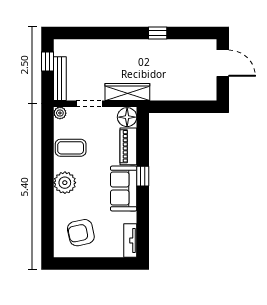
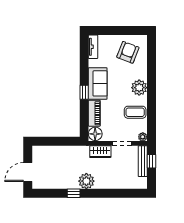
plant: (140, 50) -> (86, 181), added
window: (48, 61) -> (151, 161), moved
door: (223, 63) -> (28, 172), hinge flipped
wardrobe: (127, 92) -> (100, 152), width x0.67
armchair: (81, 233) -> (128, 52), turned -57

